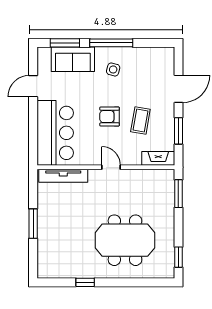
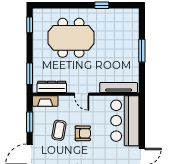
dresser: (150, 177) -> (52, 87), added

